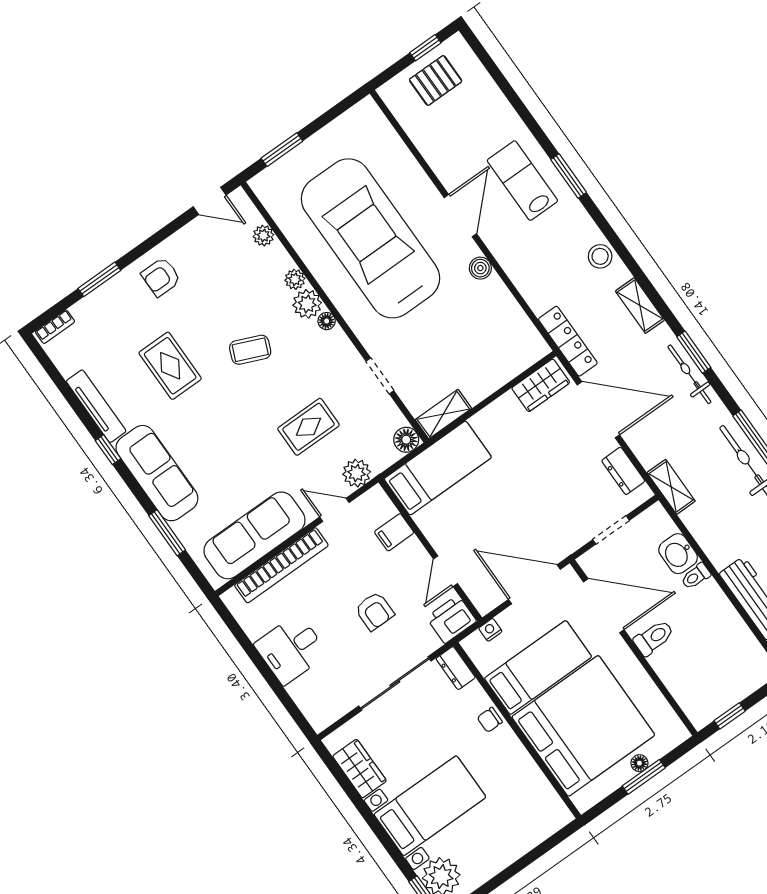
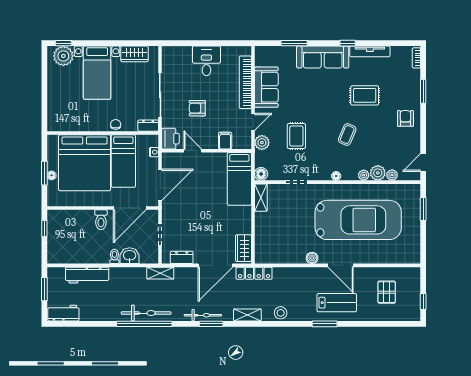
pallet: (436, 80) -> (387, 292), moved
plant: (307, 304) -> (378, 173), moved
sofa: (255, 535) -> (266, 87), width x0.73

